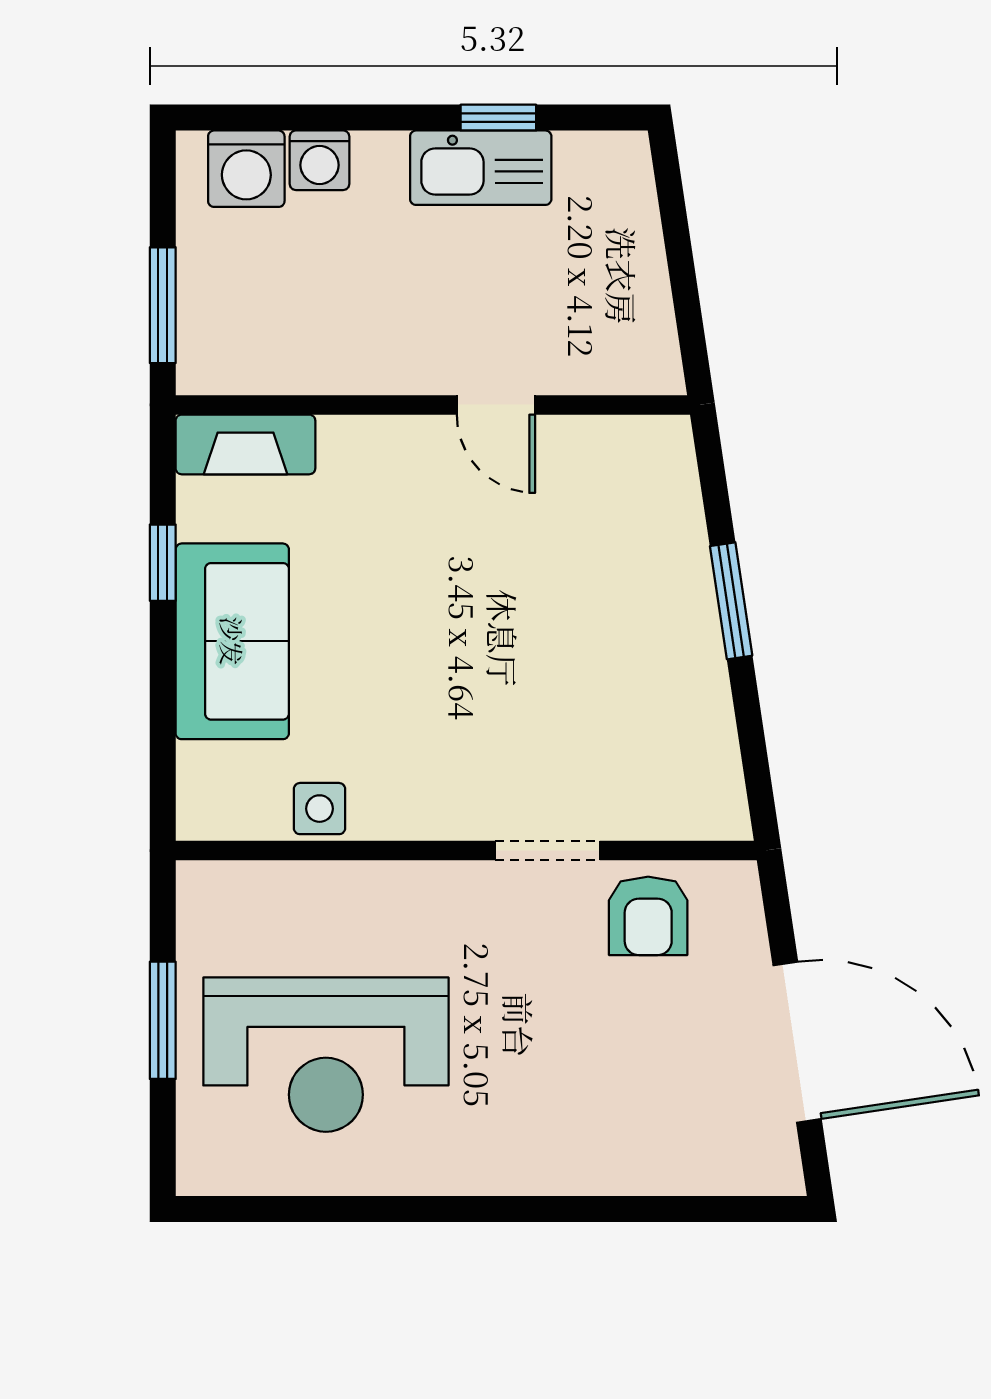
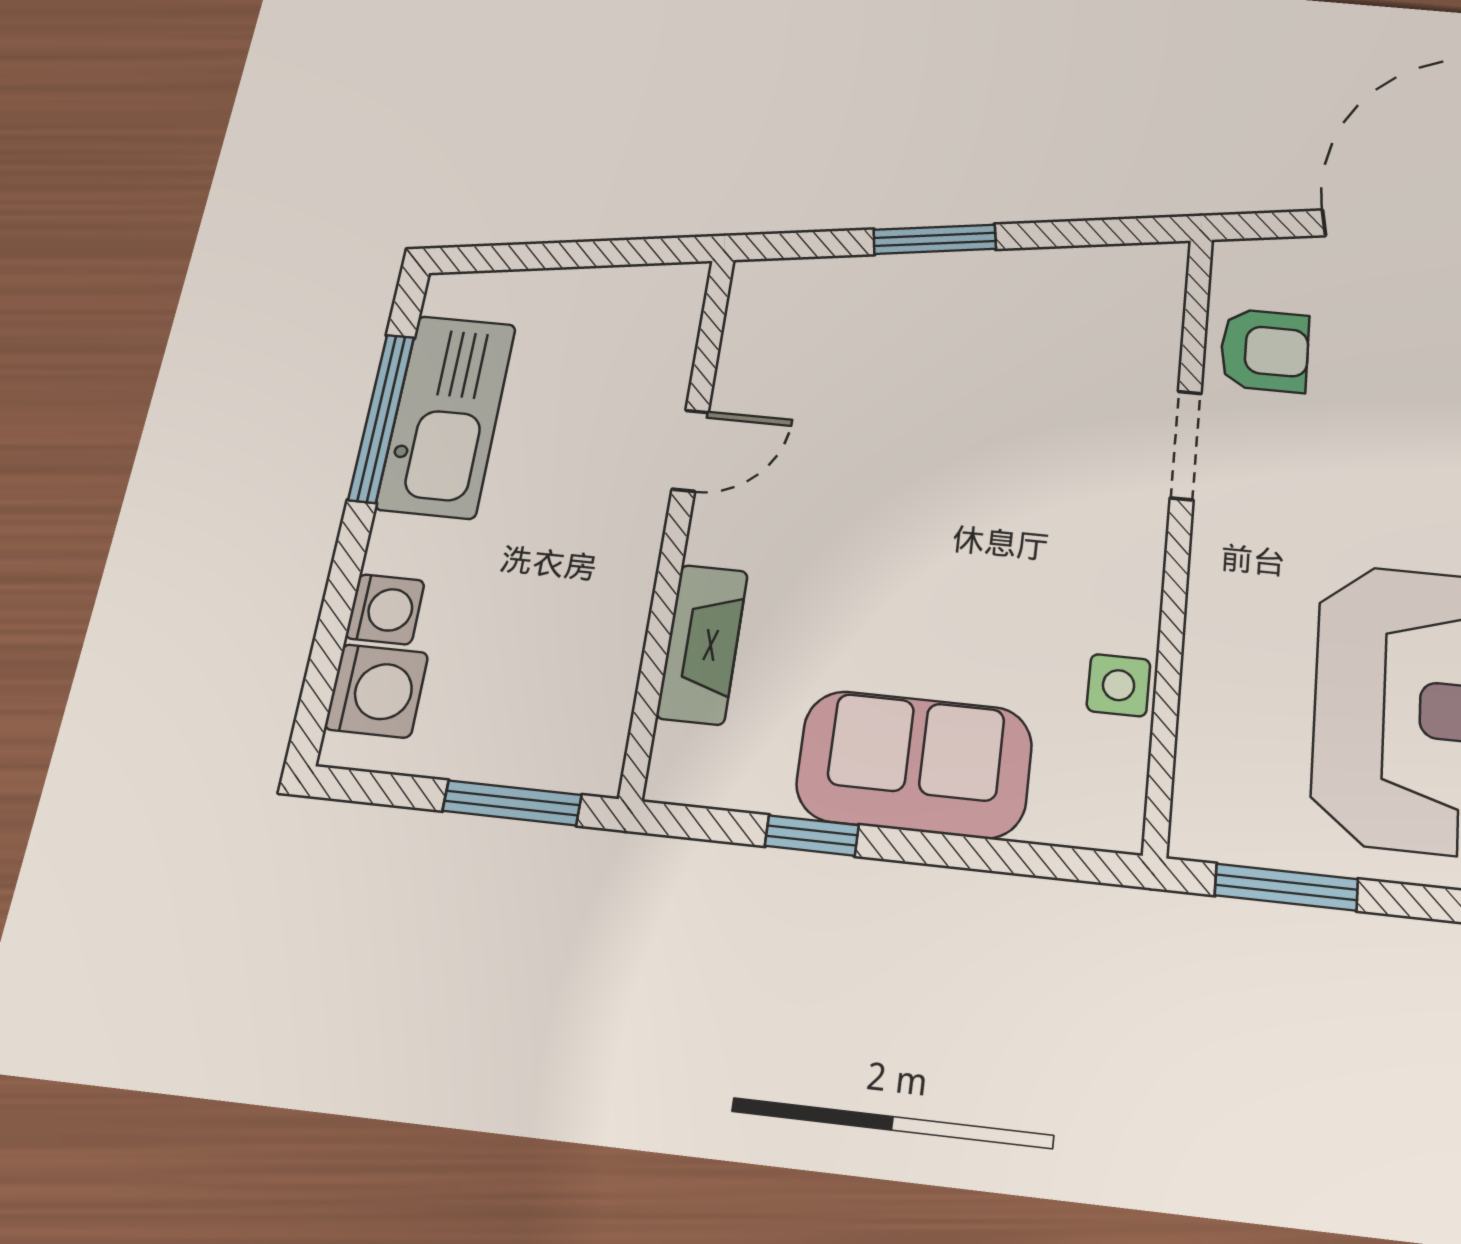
window: (498, 118) -> (381, 418), width x2.17
kitchen sink: (481, 168) -> (446, 416), width x1.36, depth x1.24
fireplace: (245, 444) -> (702, 644), moved
window: (163, 1020) -> (1286, 887), moved

